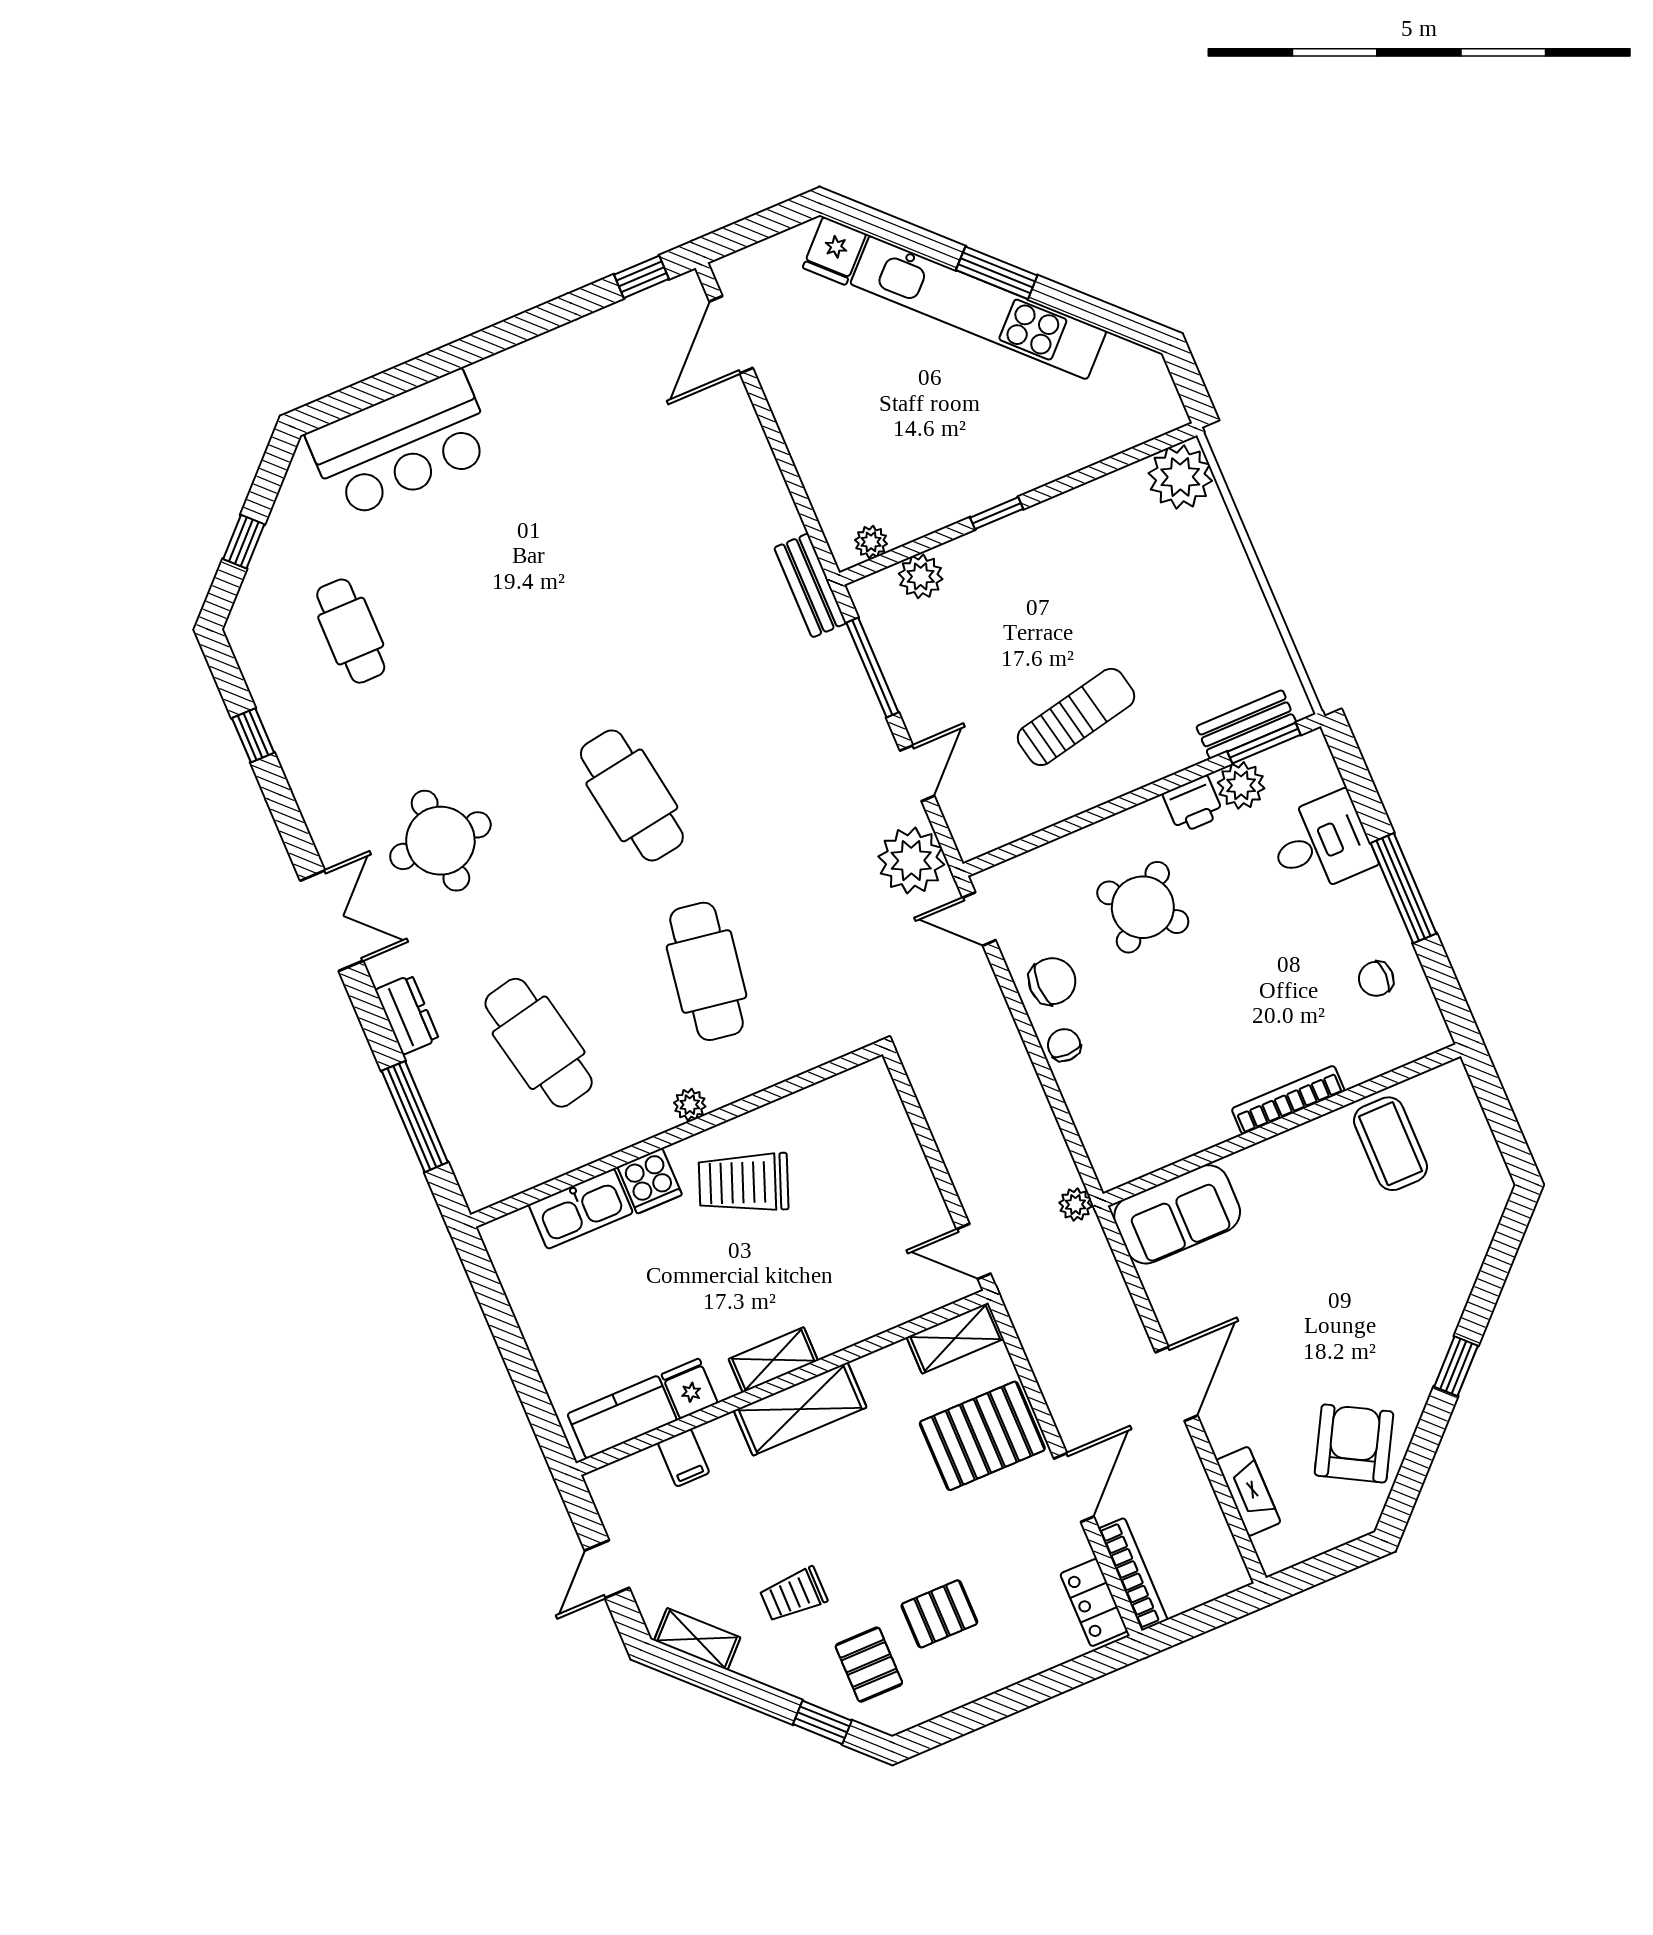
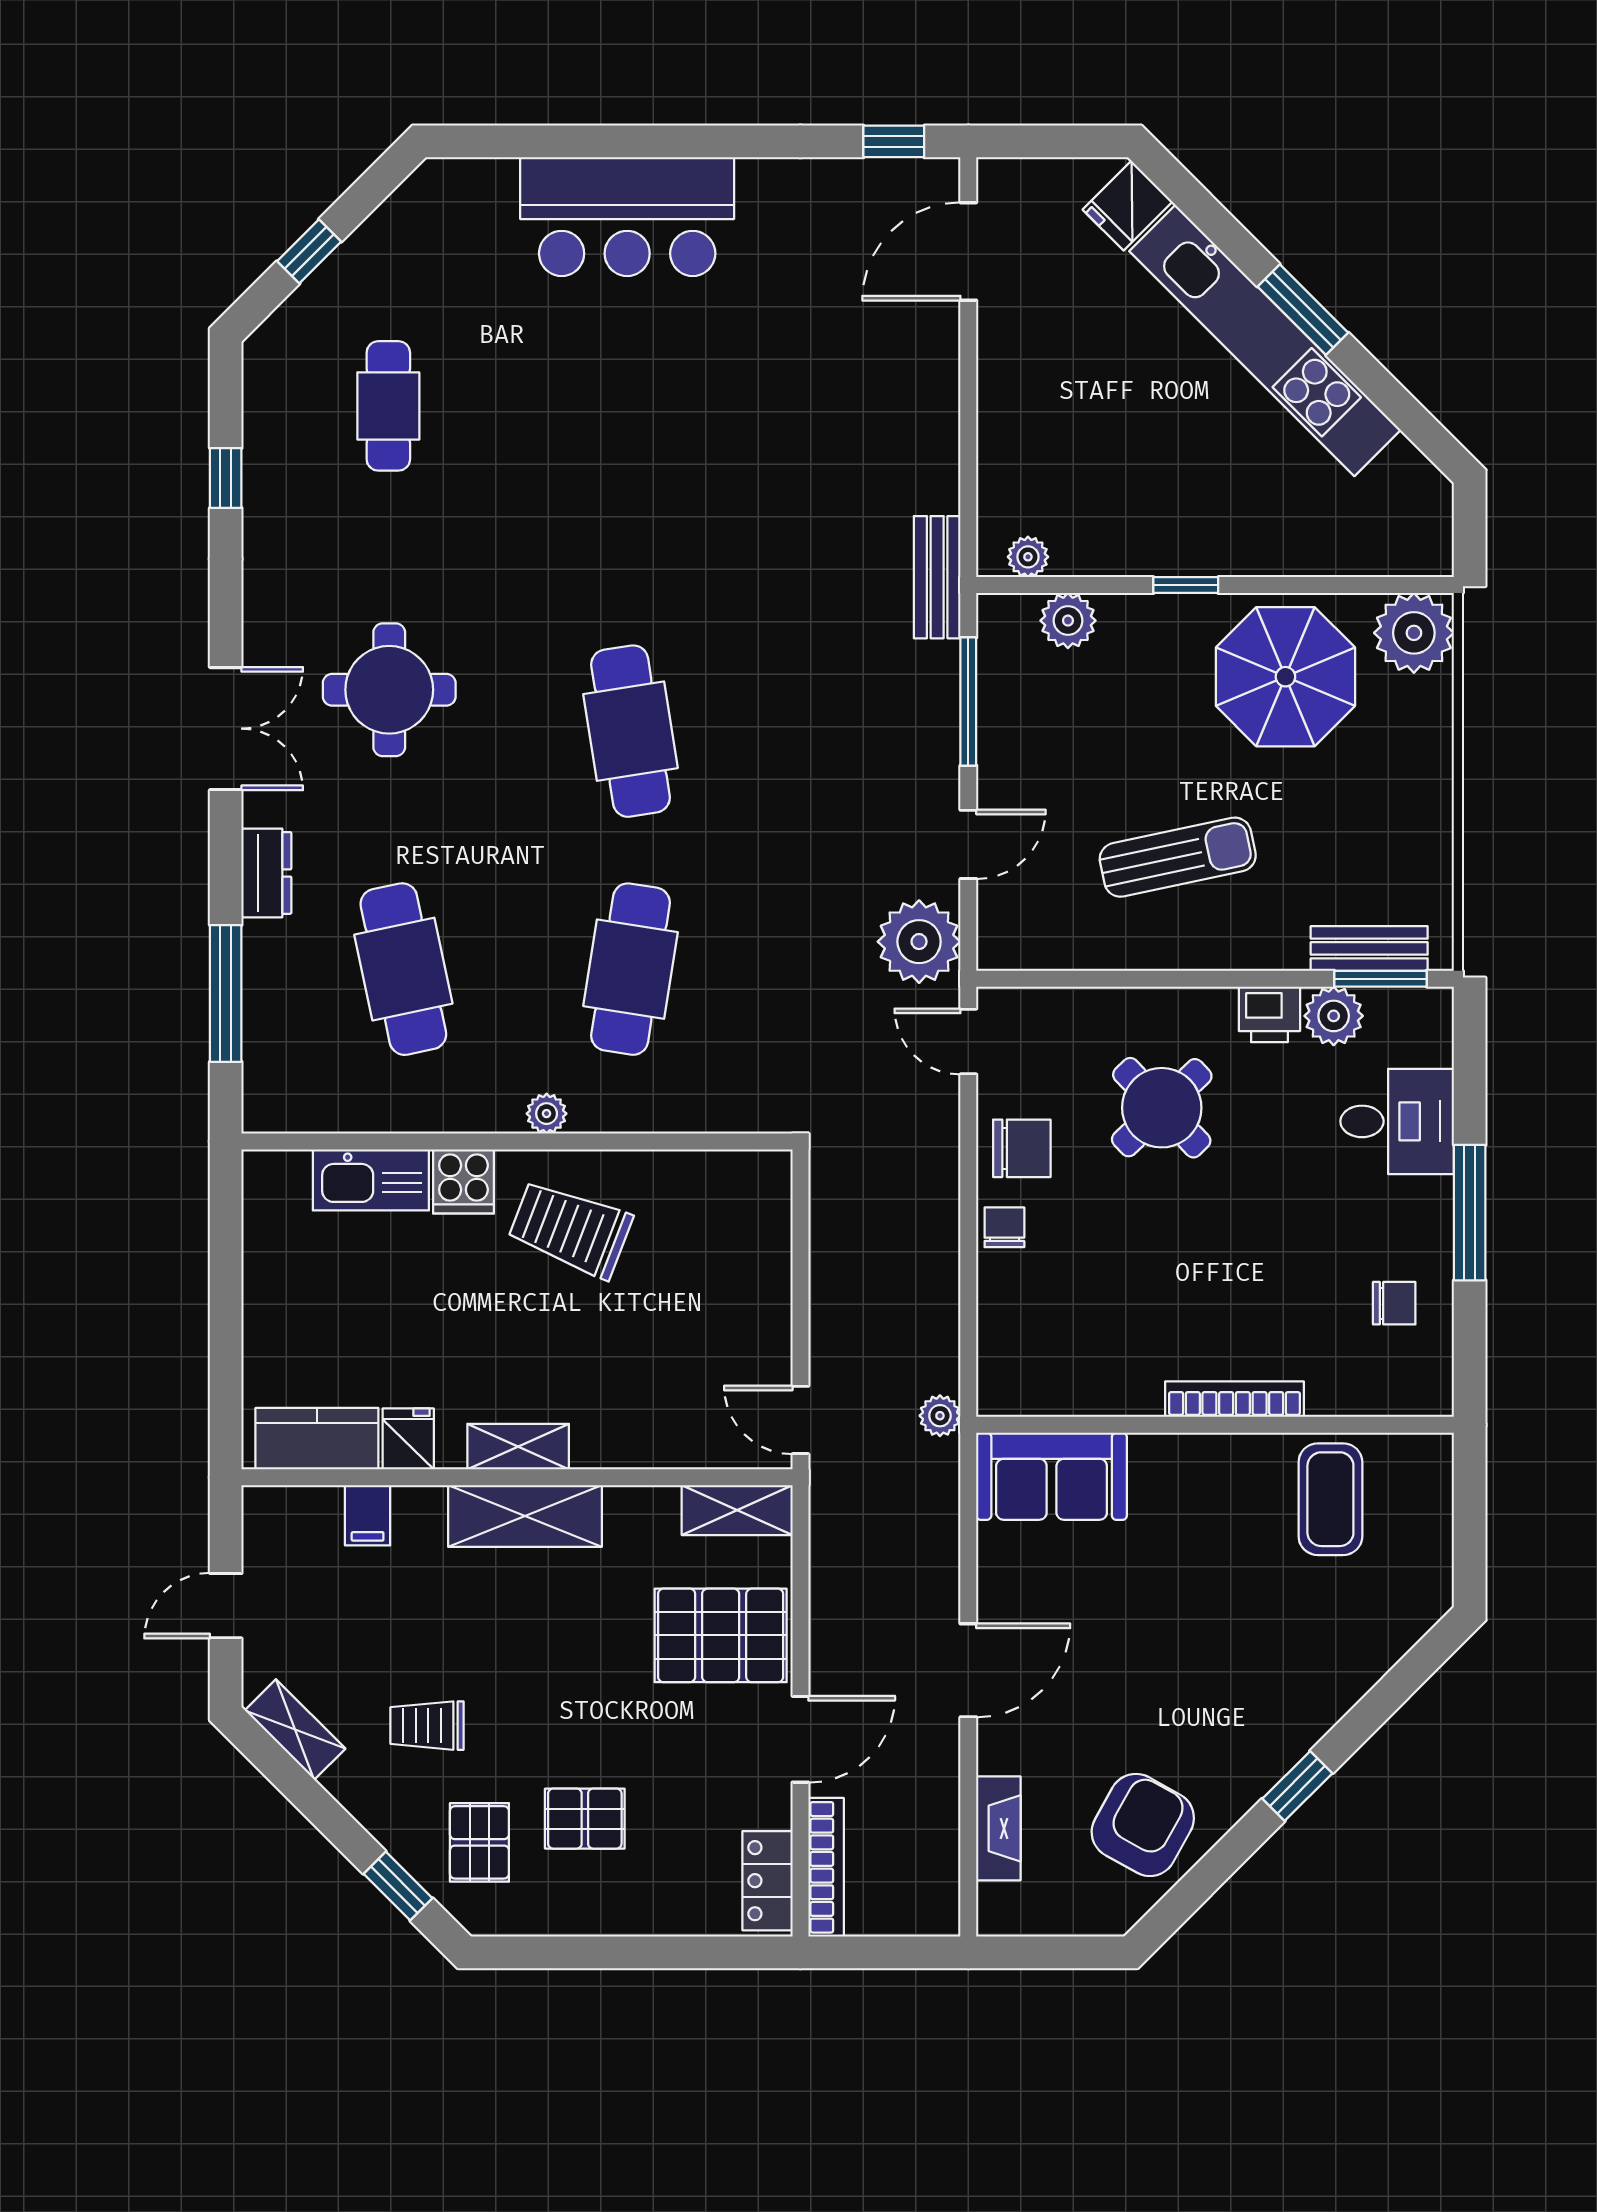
bar counter: (401, 444) -> (627, 217), moved
parasol: (1099, 550) -> (1285, 677), added
chair: (1376, 979) -> (1394, 1303), turned 180

